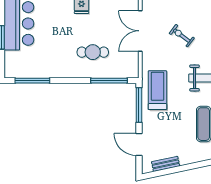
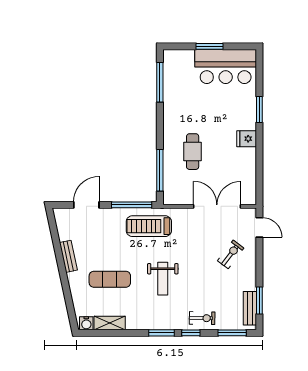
exercise bike: (182, 36) -> (231, 254), moved
treadmill: (157, 90) -> (149, 226), turned 180
bench: (166, 164) -> (68, 256), moved

